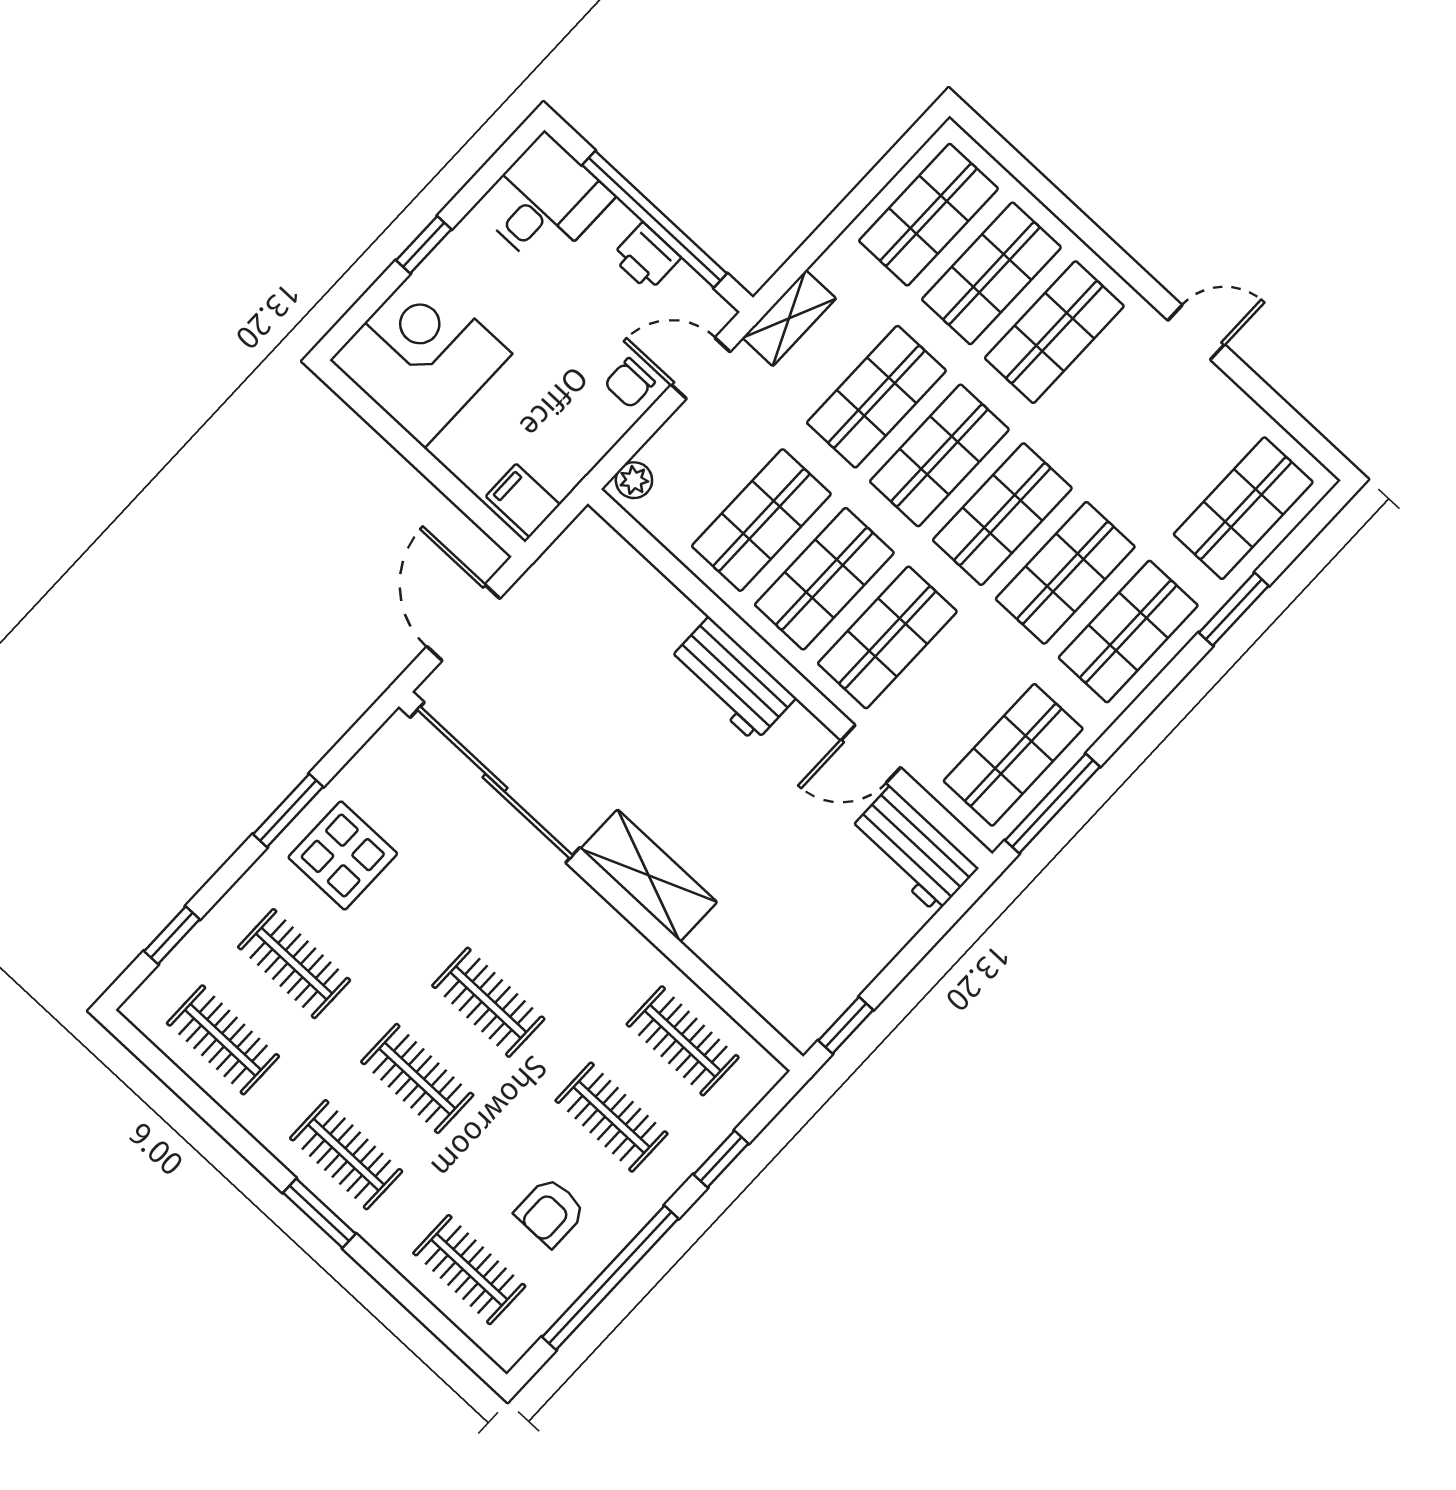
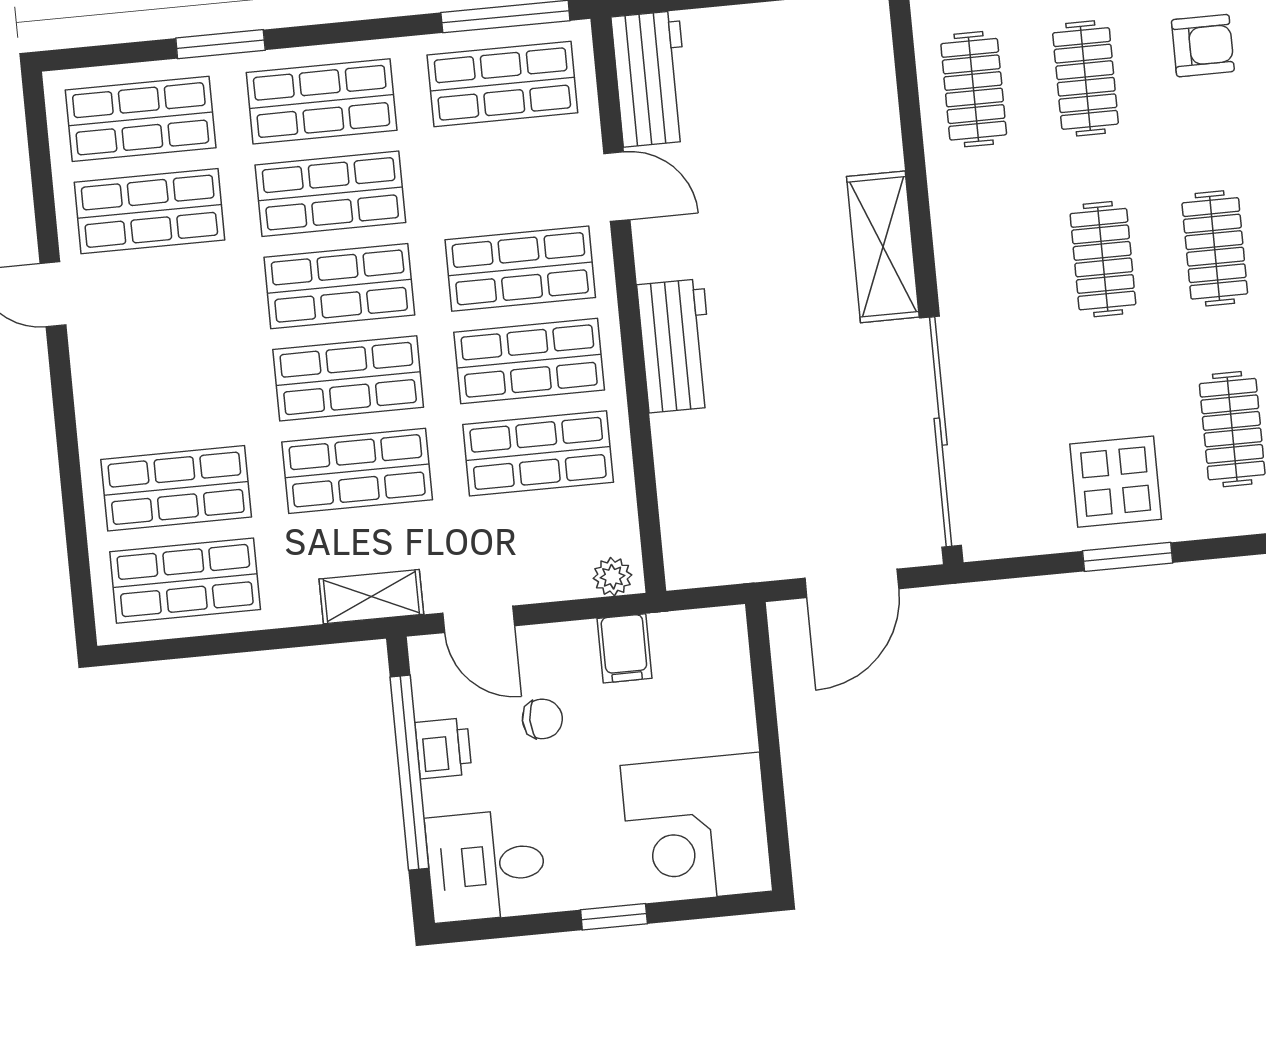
shop shelf: (1054, 332) -> (149, 211), moved
chair: (630, 383) -> (542, 719), moved
filing cabinet: (523, 500) -> (624, 648), moved

